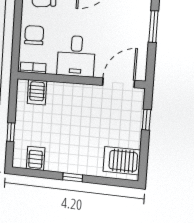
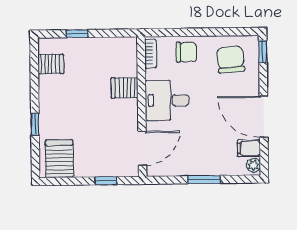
door: (119, 83) -> (142, 148), hinge flipped
server rack: (37, 92) -> (124, 88), moved
window: (73, 177) -> (35, 124), moved

